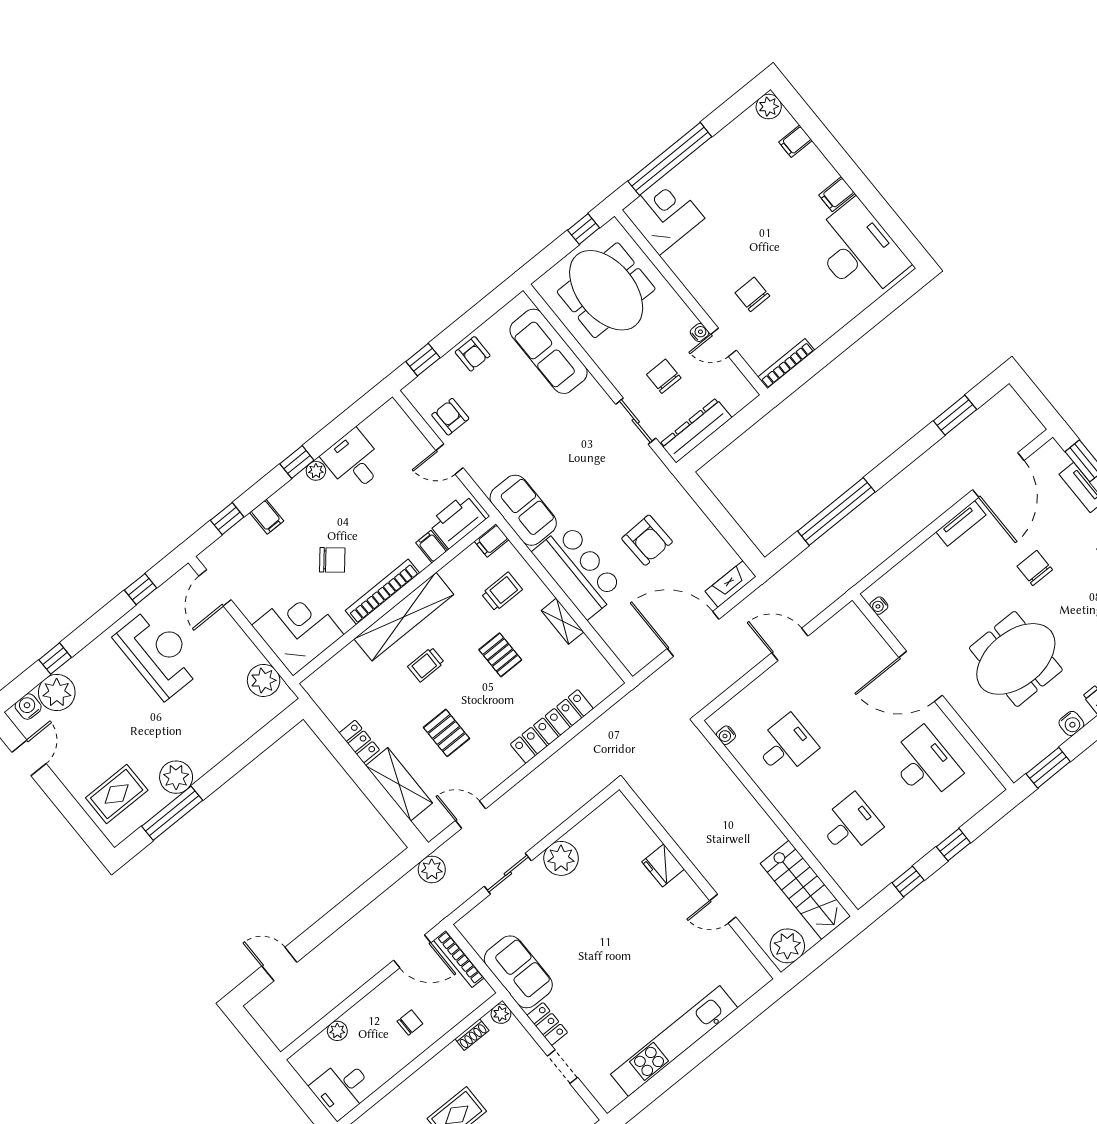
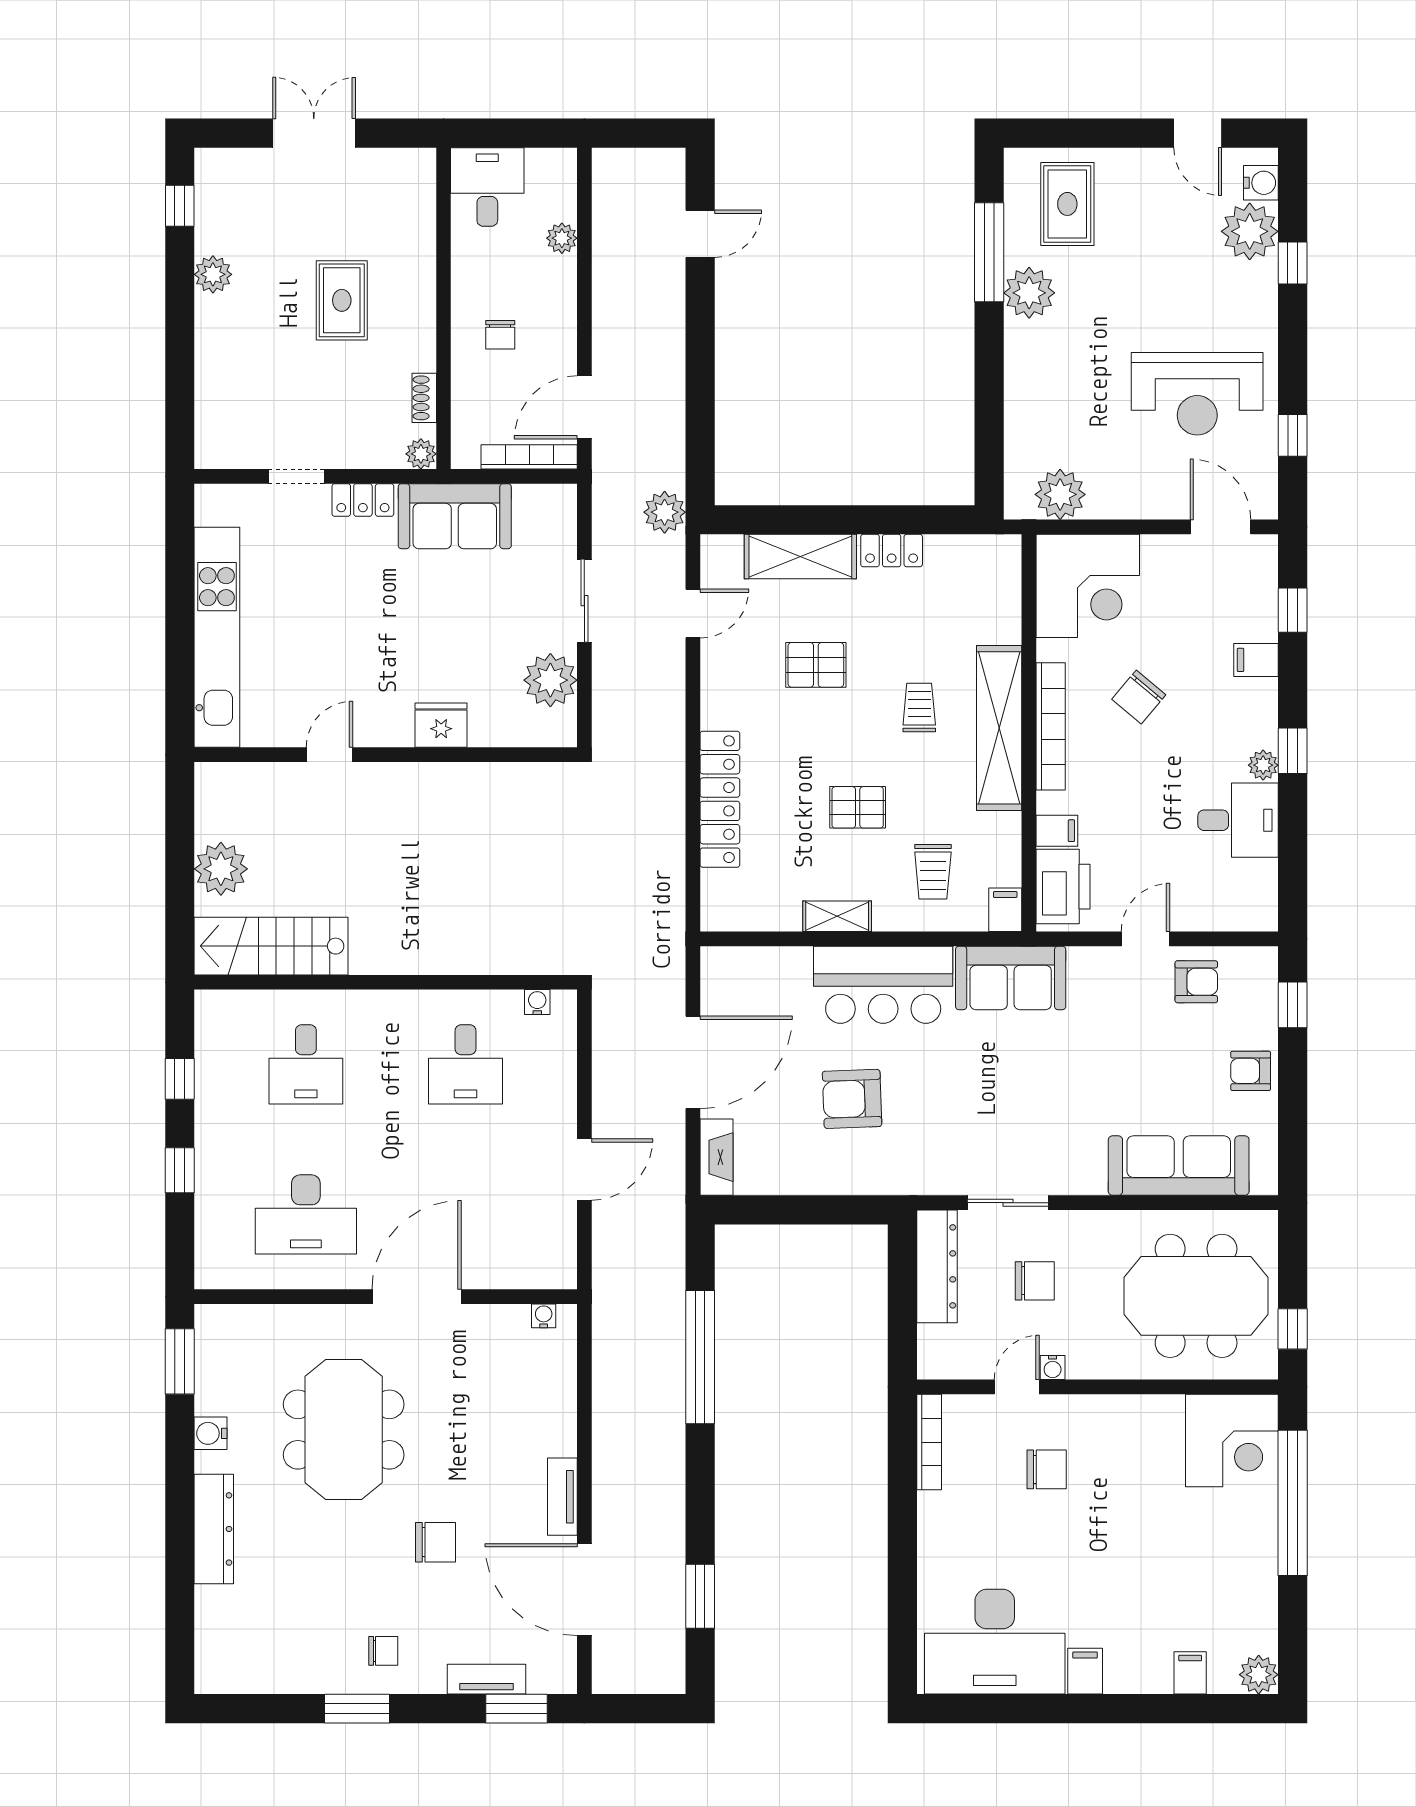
fridge: (663, 865) -> (441, 725), moved
wall: (700, 881) -> (386, 755), moved
door: (723, 909) -> (329, 755), moved

